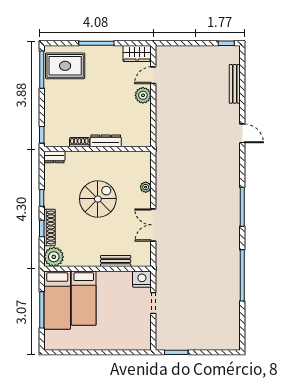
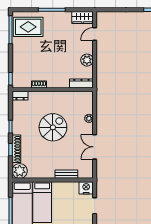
plant: (143, 95) -> (87, 60), moved
dresser: (106, 141) -> (81, 83), moved

